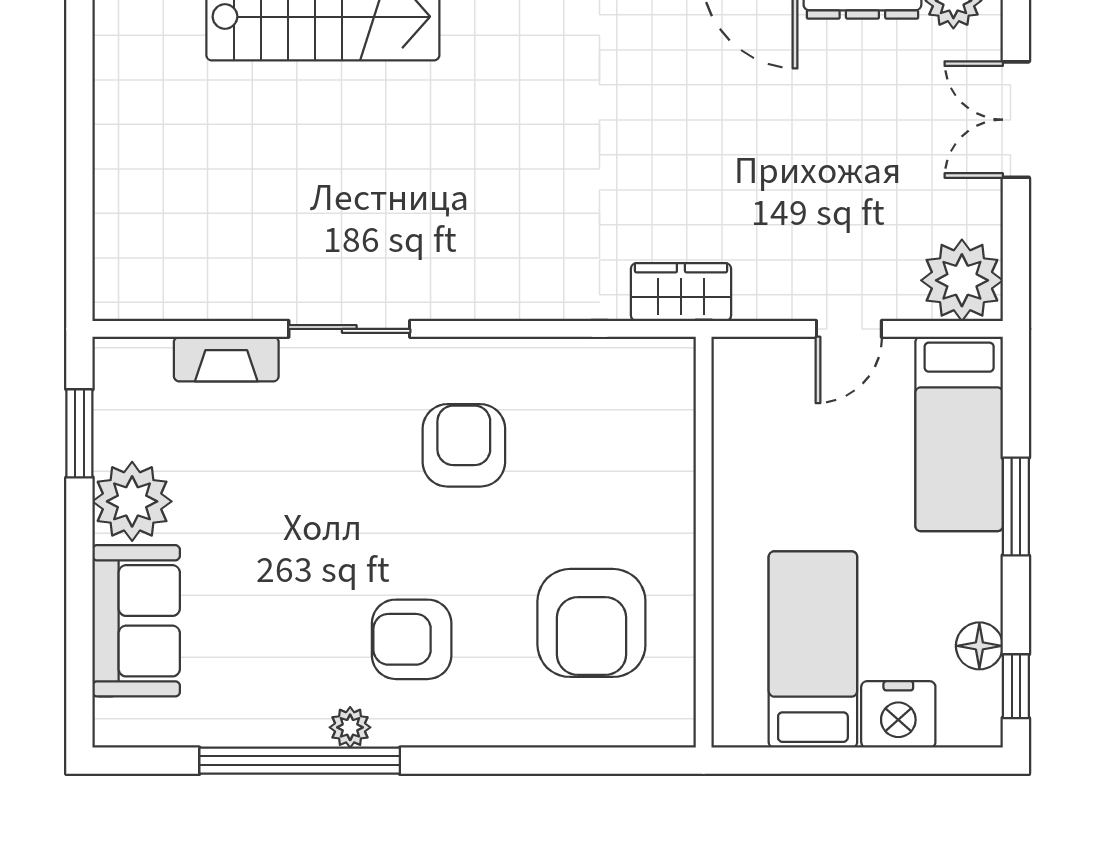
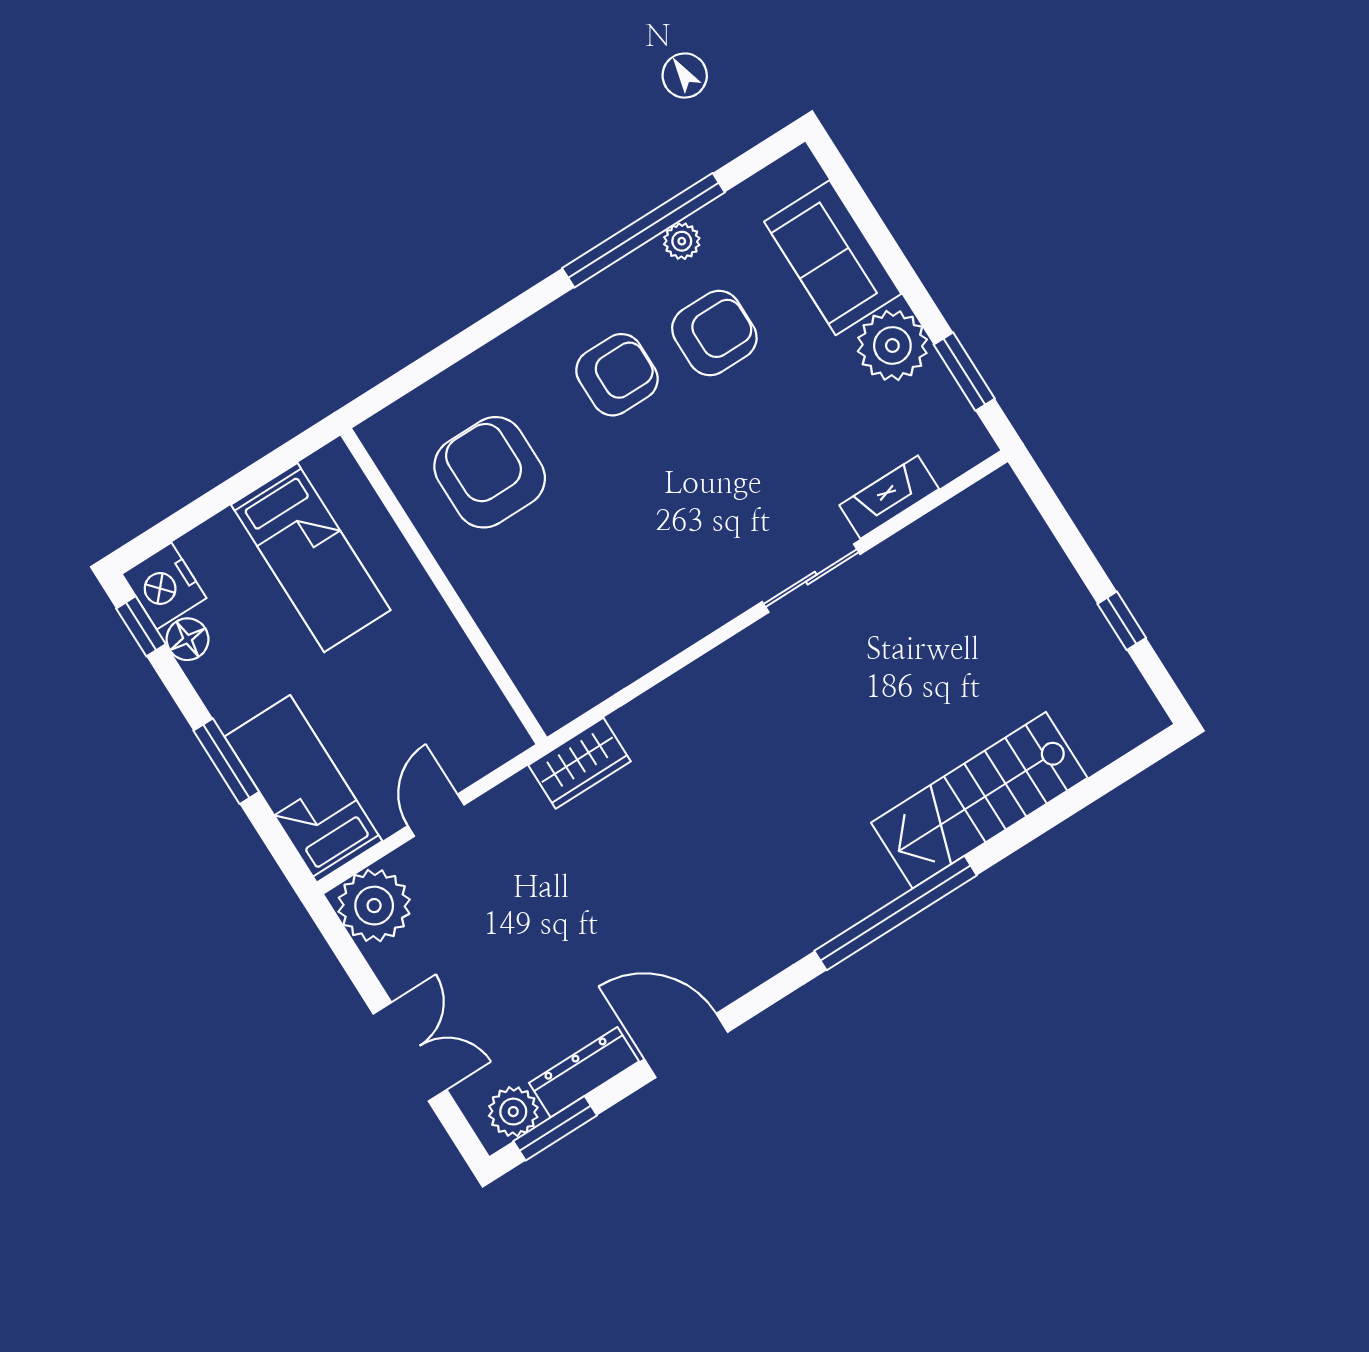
window: (79, 102) -> (1122, 621), added
armchair: (464, 445) -> (714, 333), moved, turned -90
nightstand: (898, 714) -> (164, 586), moved, turned -90
plant: (350, 727) -> (682, 241), moved

